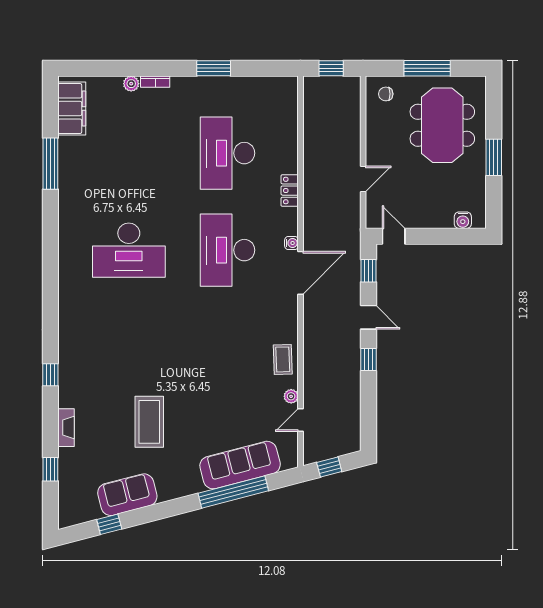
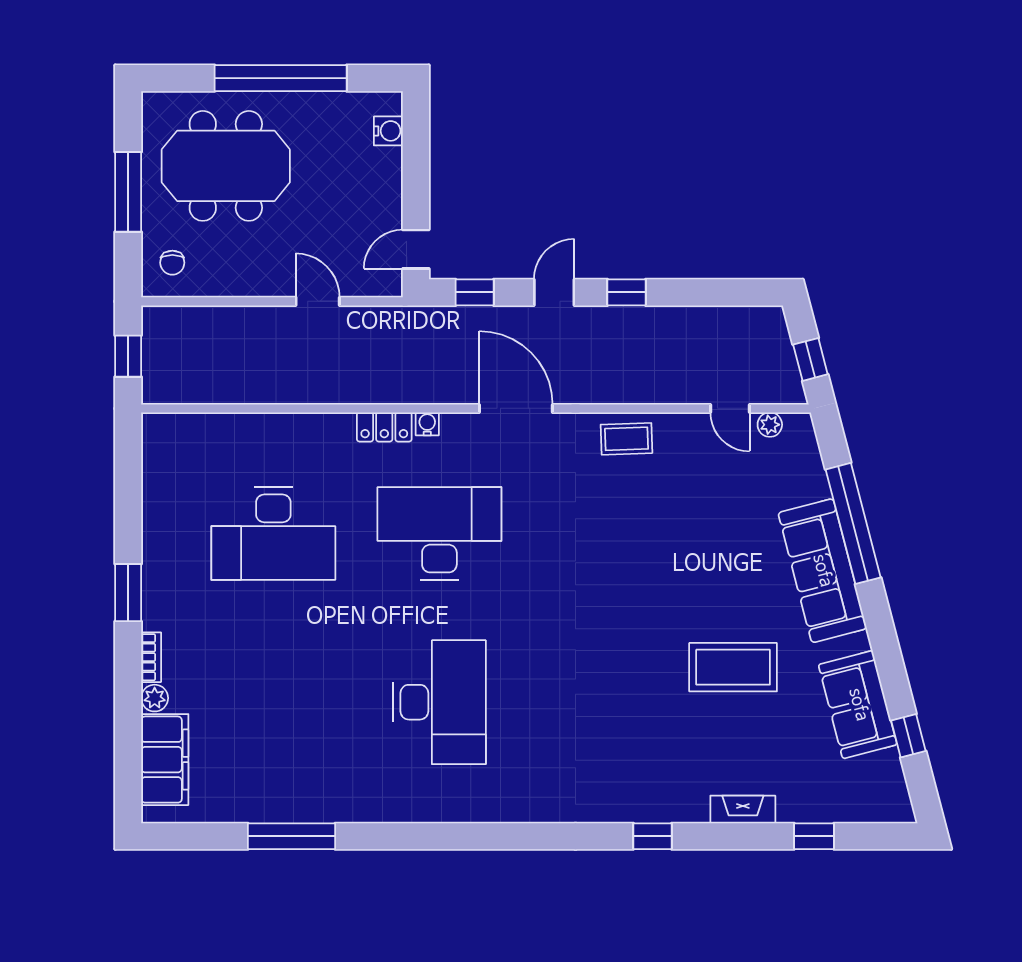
window: (214, 68) -> (128, 593), moved
filing cabinet: (72, 109) -> (165, 760), moved, turned 90
window: (494, 157) -> (281, 78), width x2.11
locker: (290, 191) -> (384, 427), moved
desk: (227, 250) -> (439, 533), turned 180
door: (300, 273) -> (516, 408), moved
plant: (291, 396) -> (770, 425), moved
sofa: (240, 465) -> (822, 571), moved

